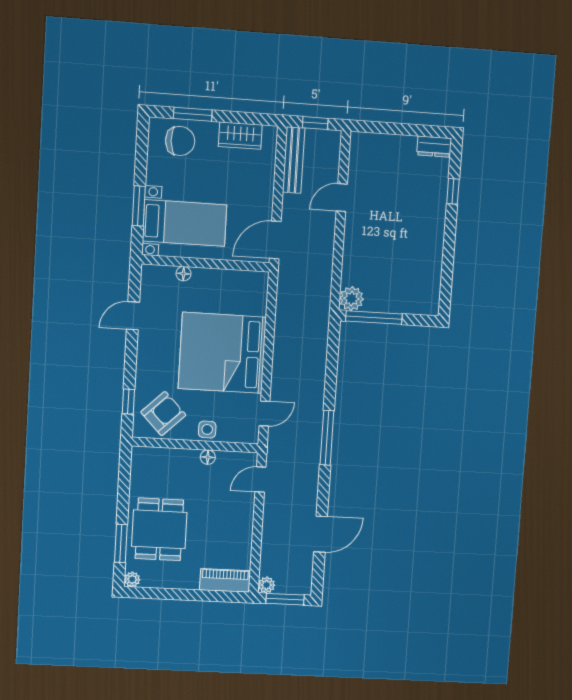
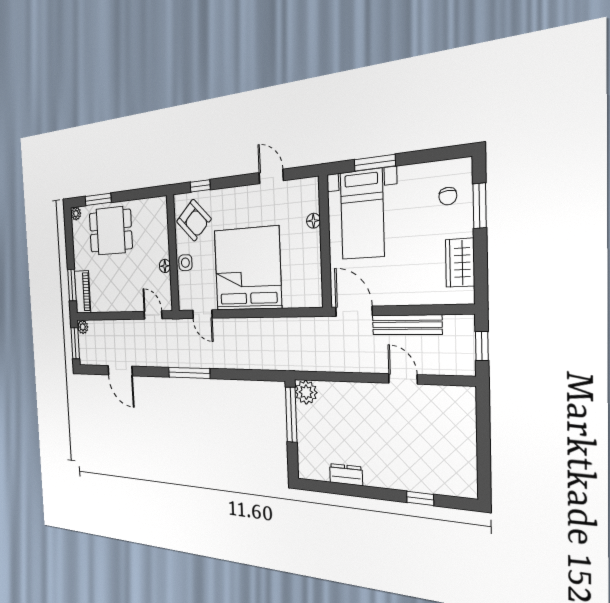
chair: (180, 141) -> (448, 196), width x0.54, depth x0.54
dresser: (434, 147) -> (346, 475), moved, turned 90
bench: (294, 160) -> (407, 325), moved
window: (216, 596) -> (72, 285), added

